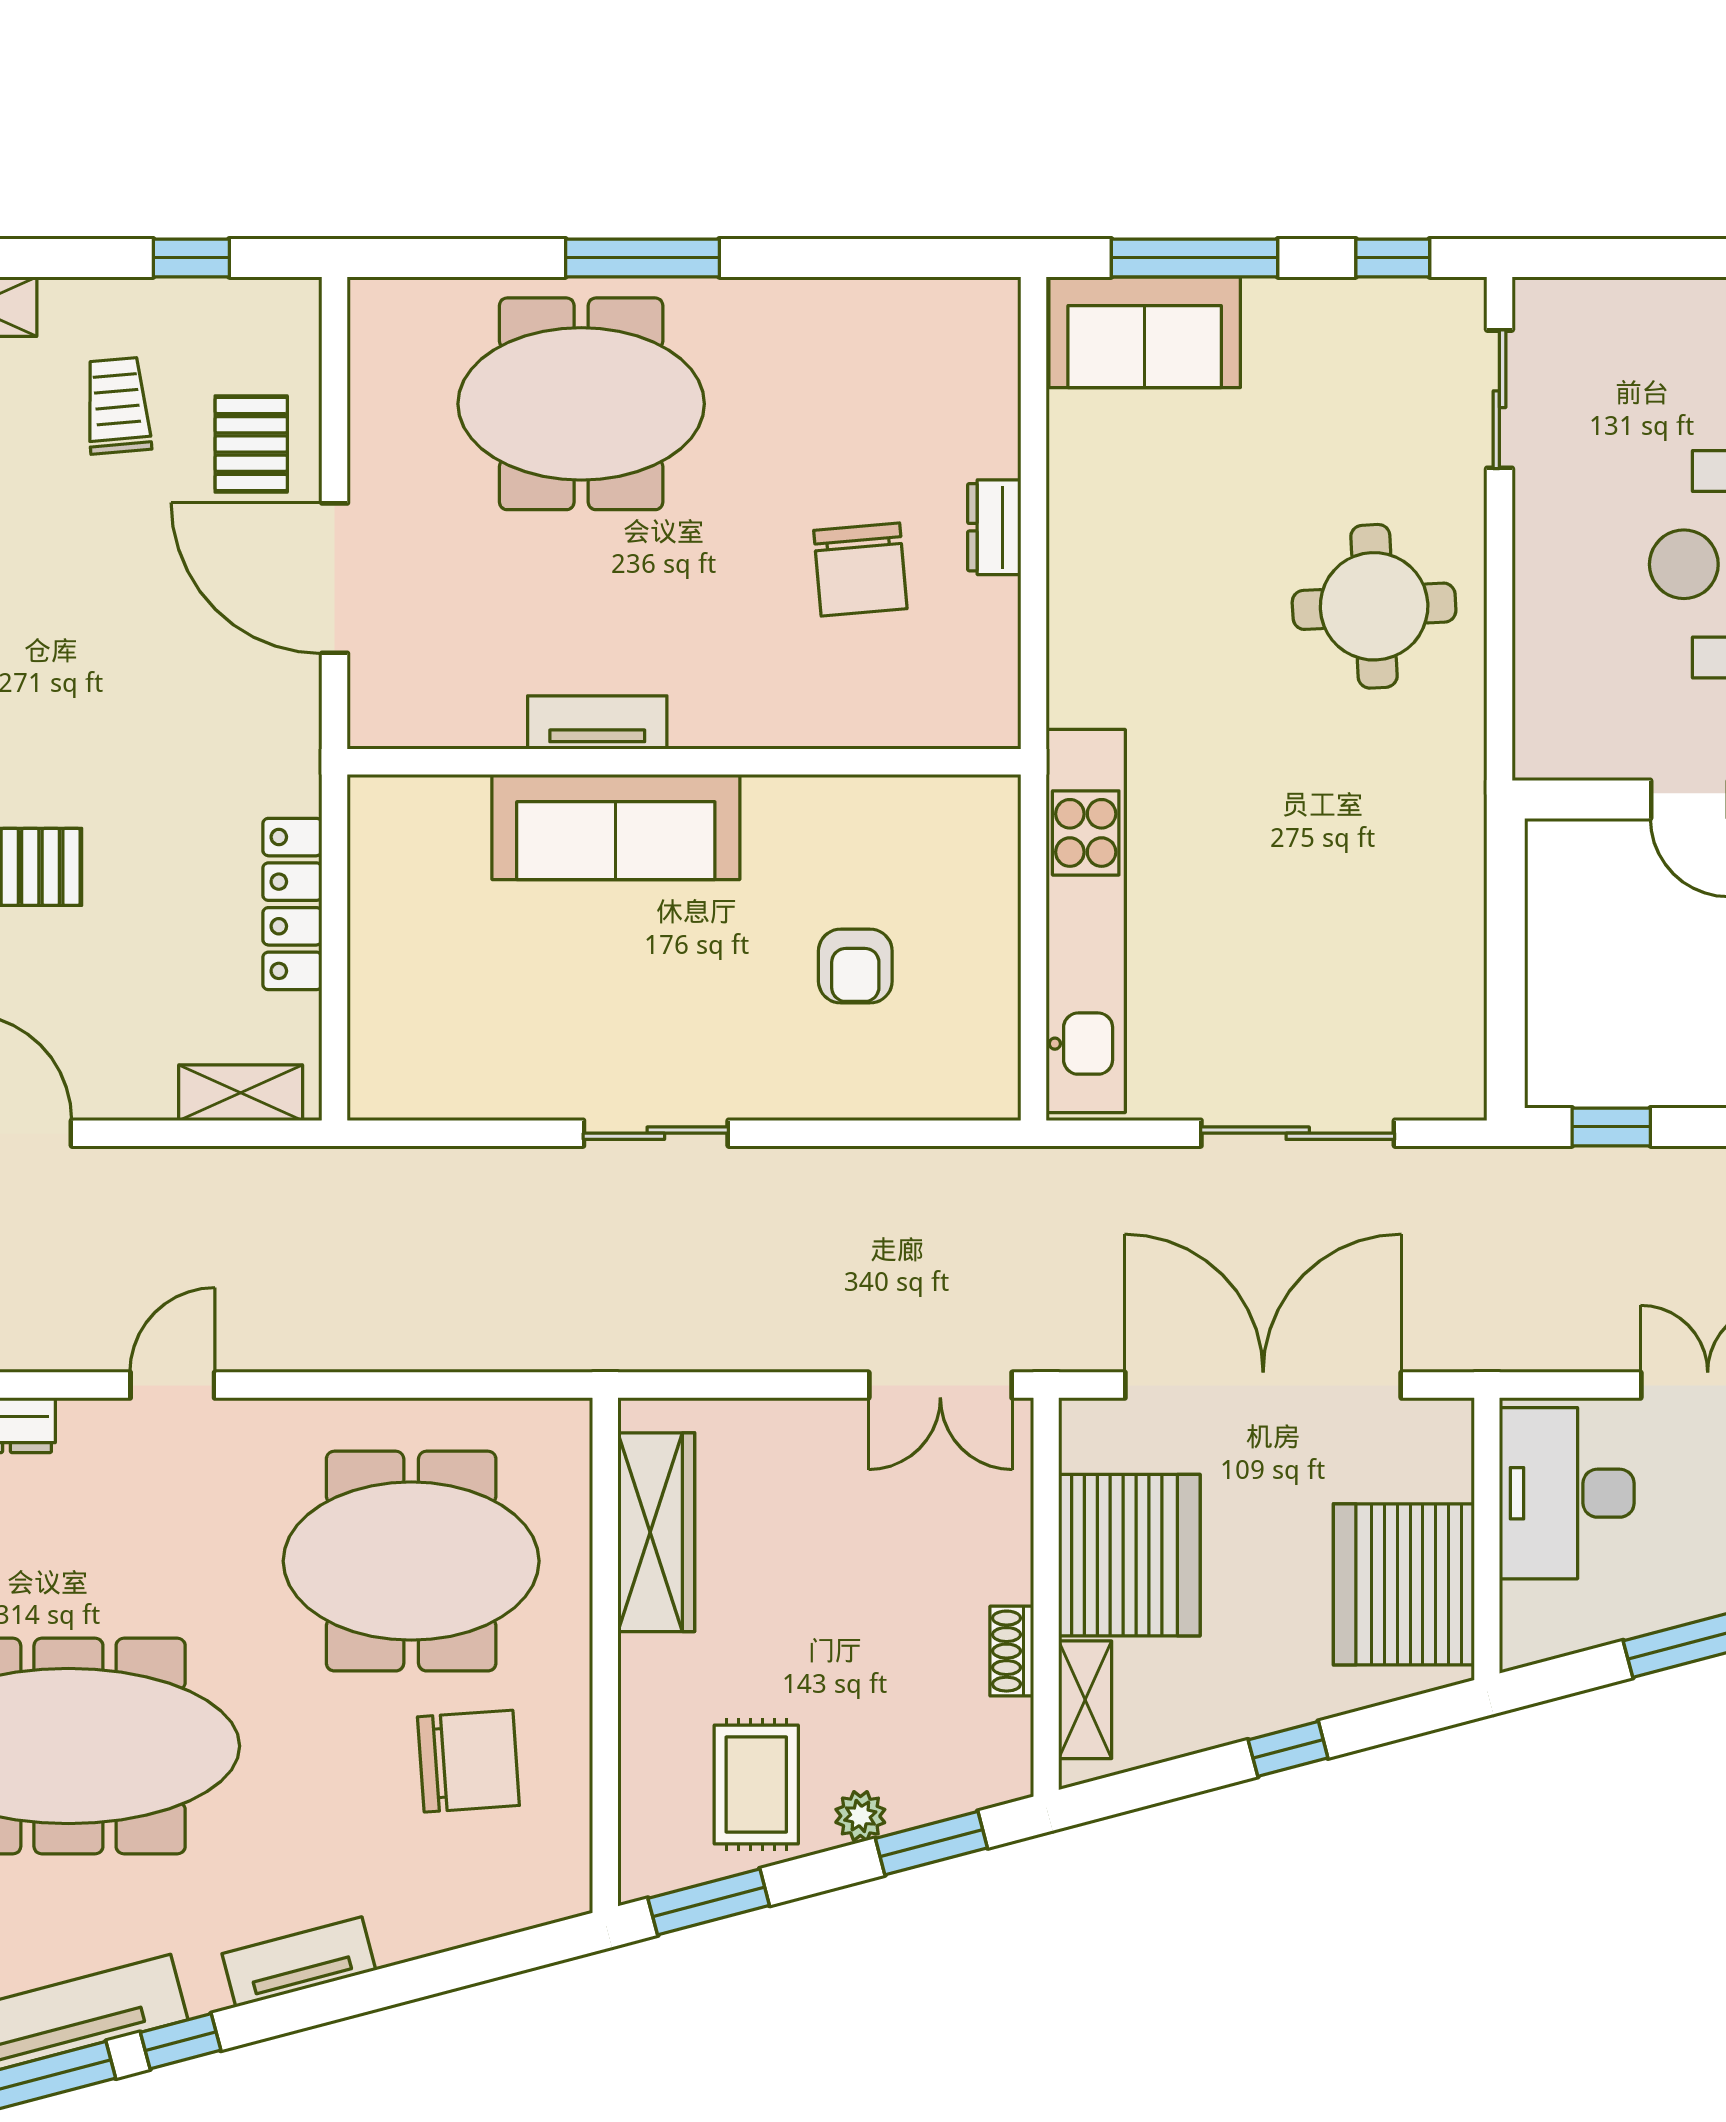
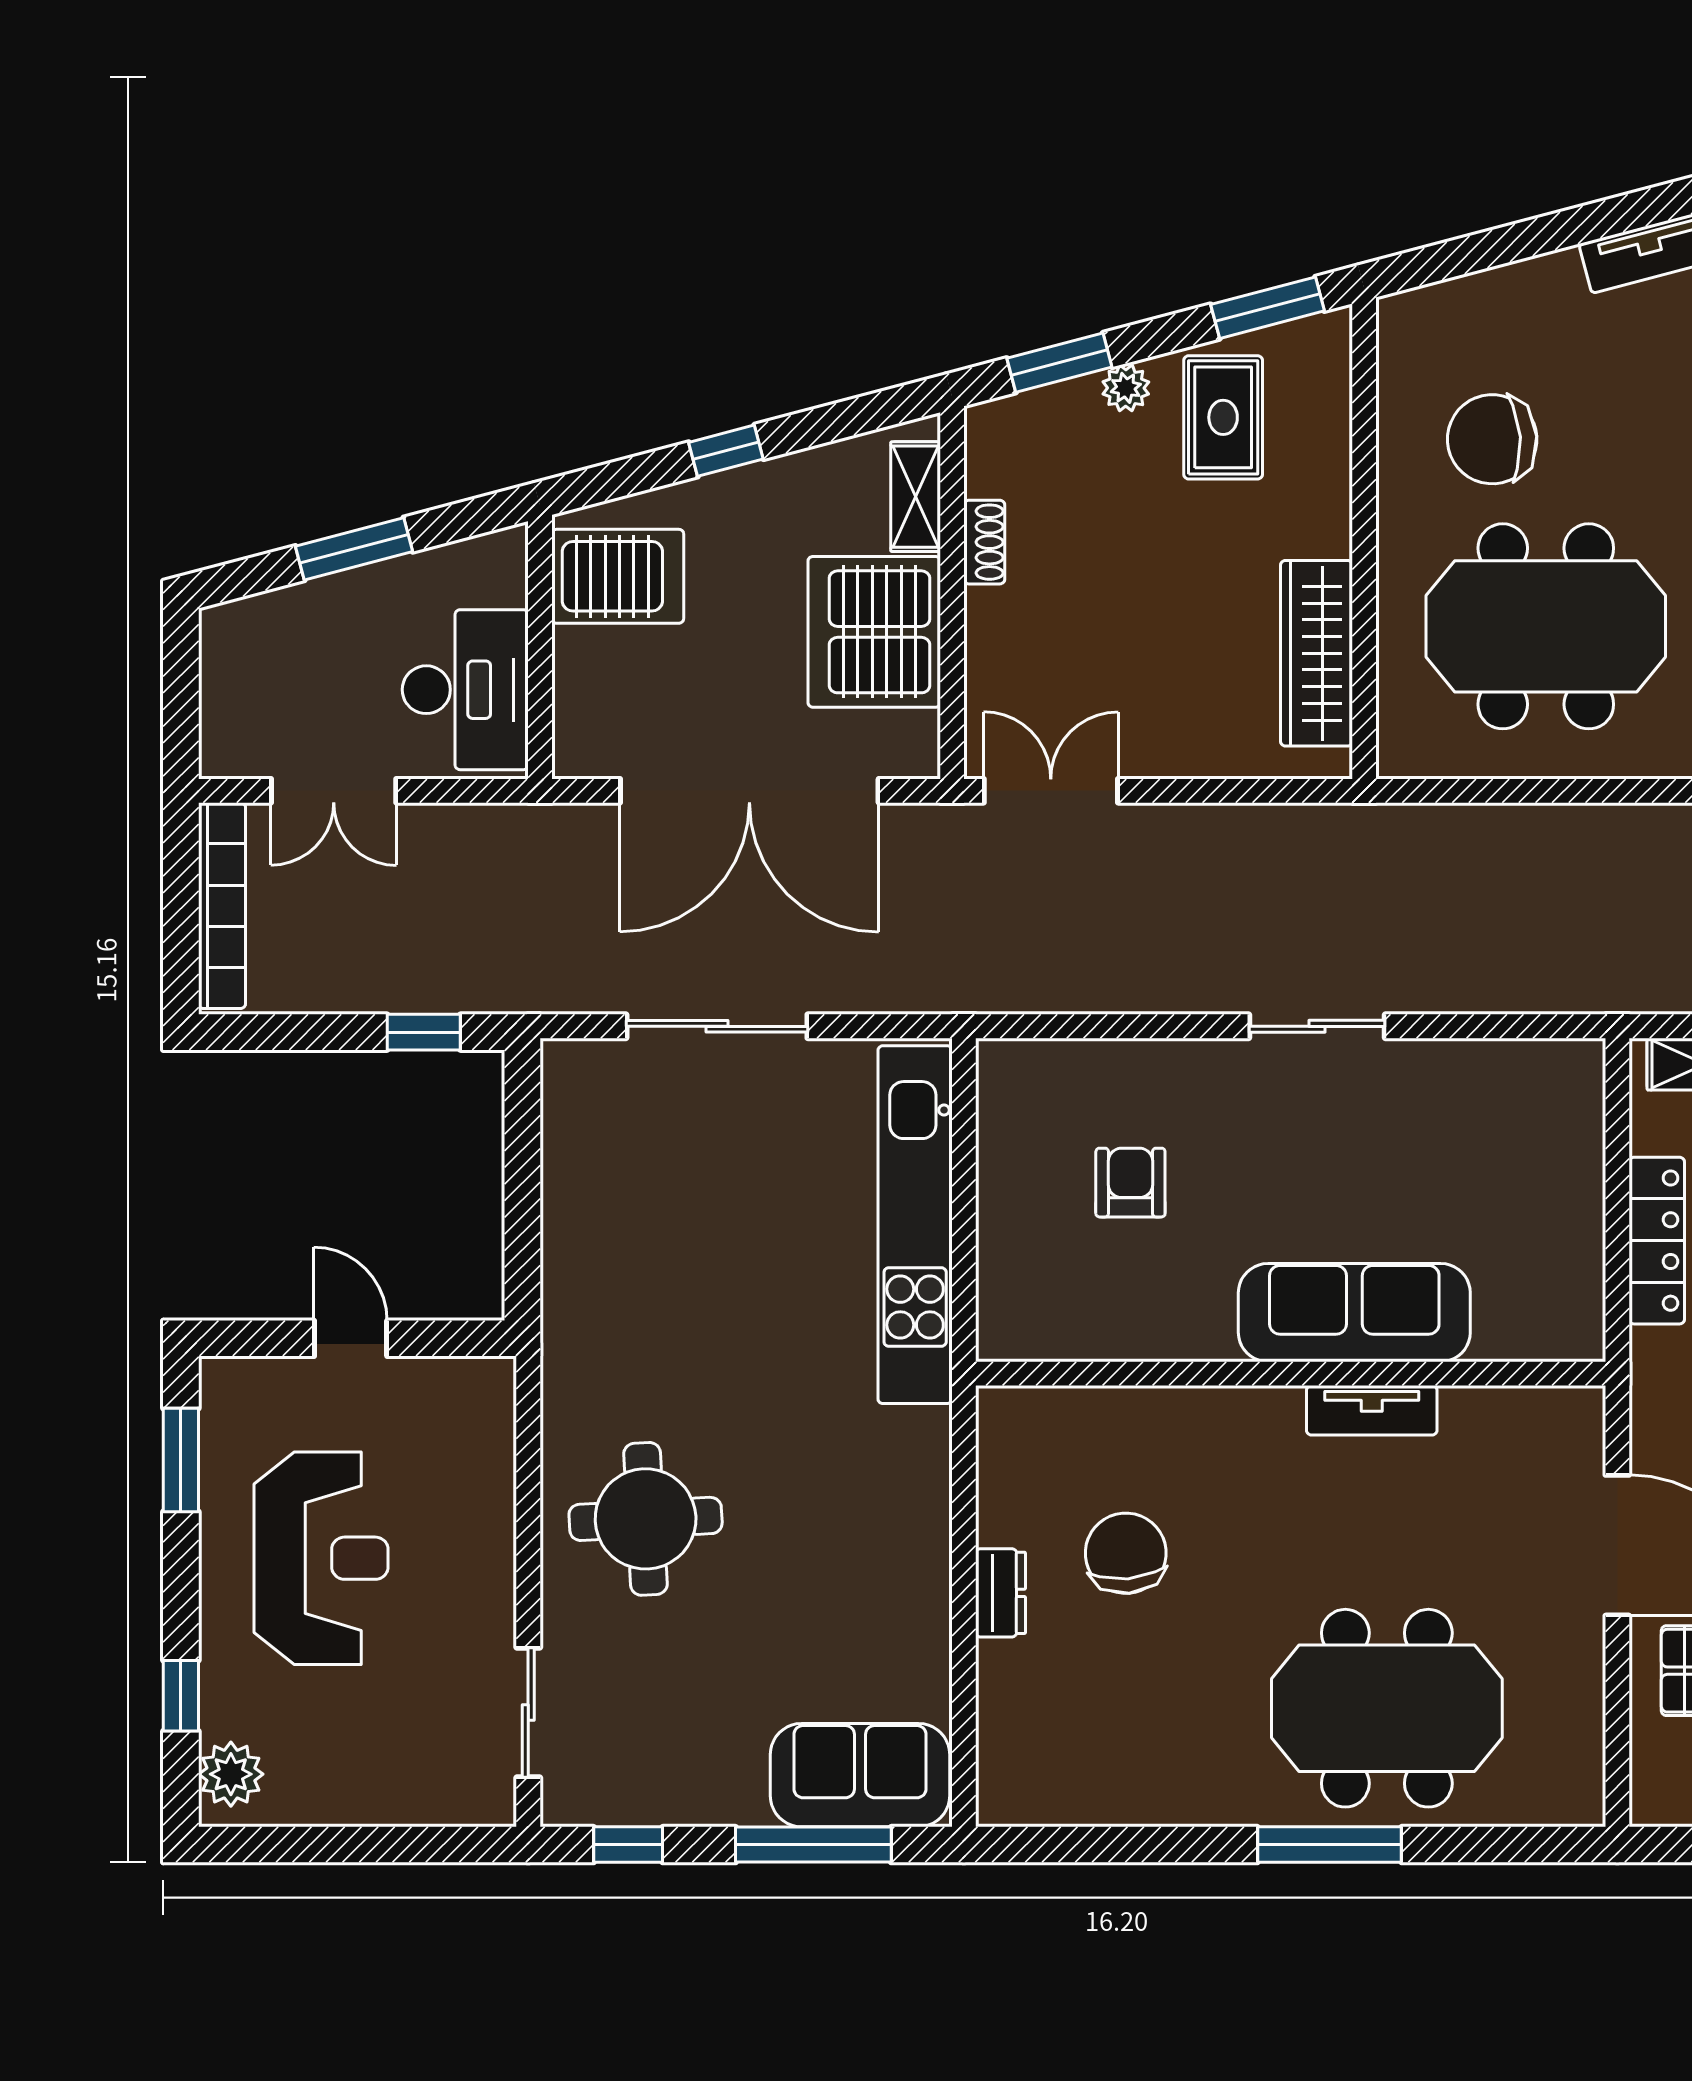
server rack: (1404, 1584) -> (618, 576), width x0.62

